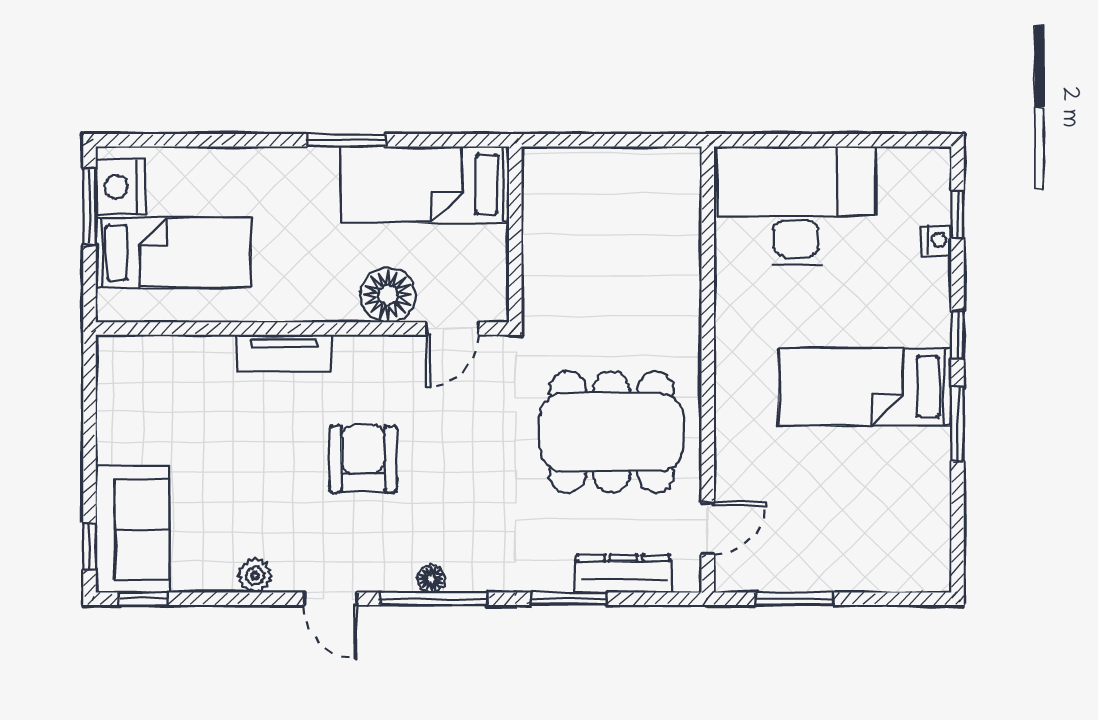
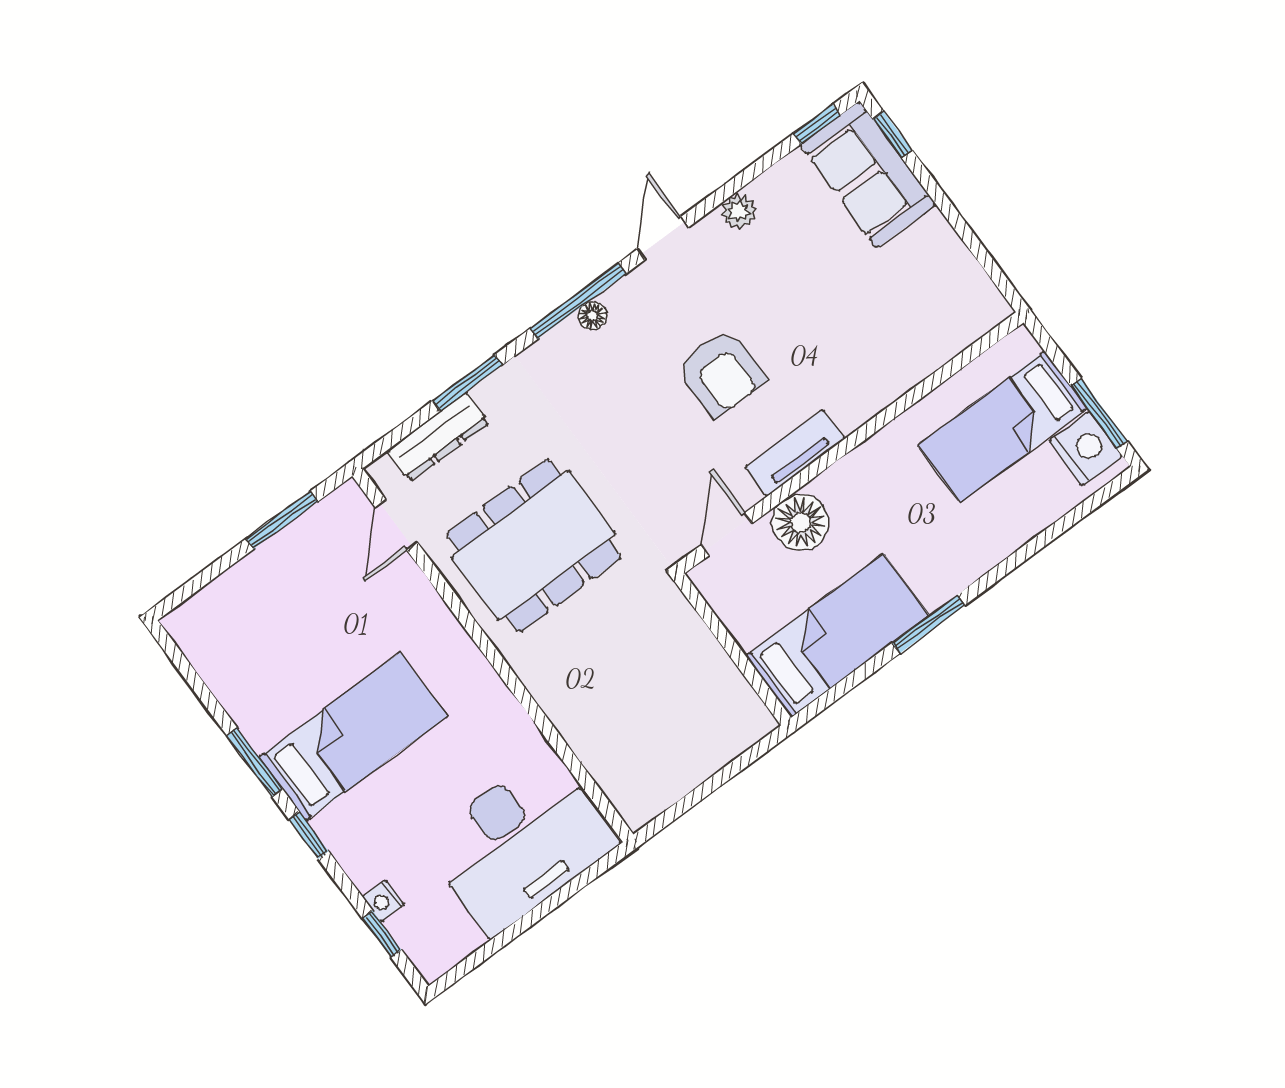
tv unit: (284, 353) -> (795, 453), moved
door: (331, 599) -> (663, 238), hinge flipped

